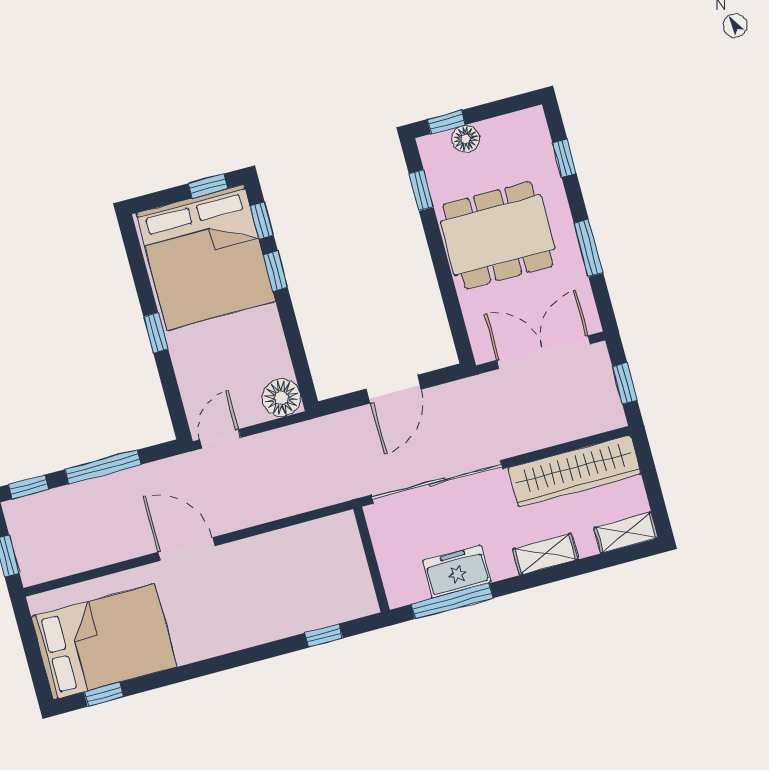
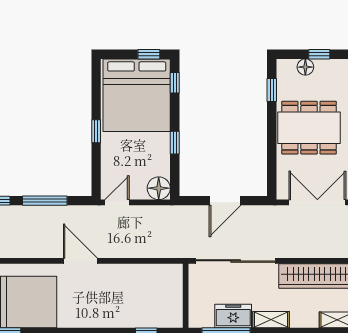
window: (446, 122) -> (319, 54), moved
window: (275, 271) -> (175, 143), moved
shelving: (545, 554) -> (271, 320), moved

